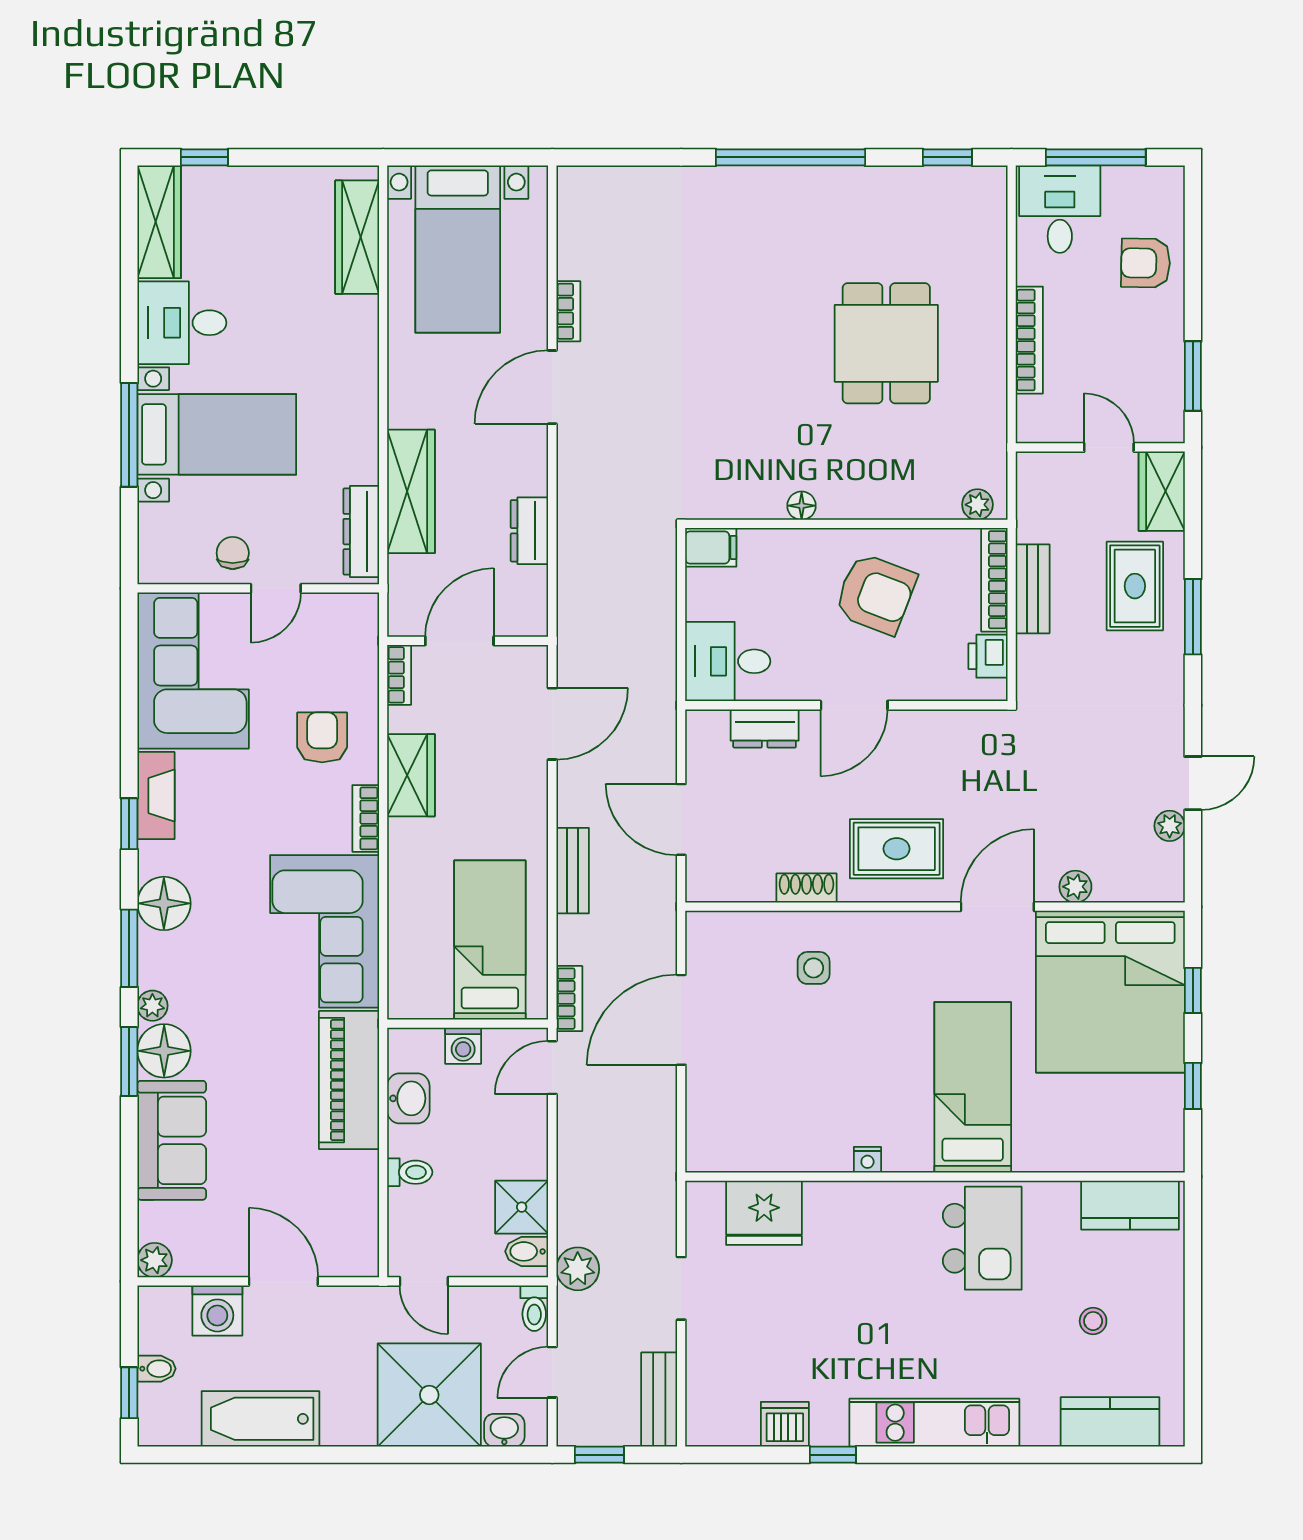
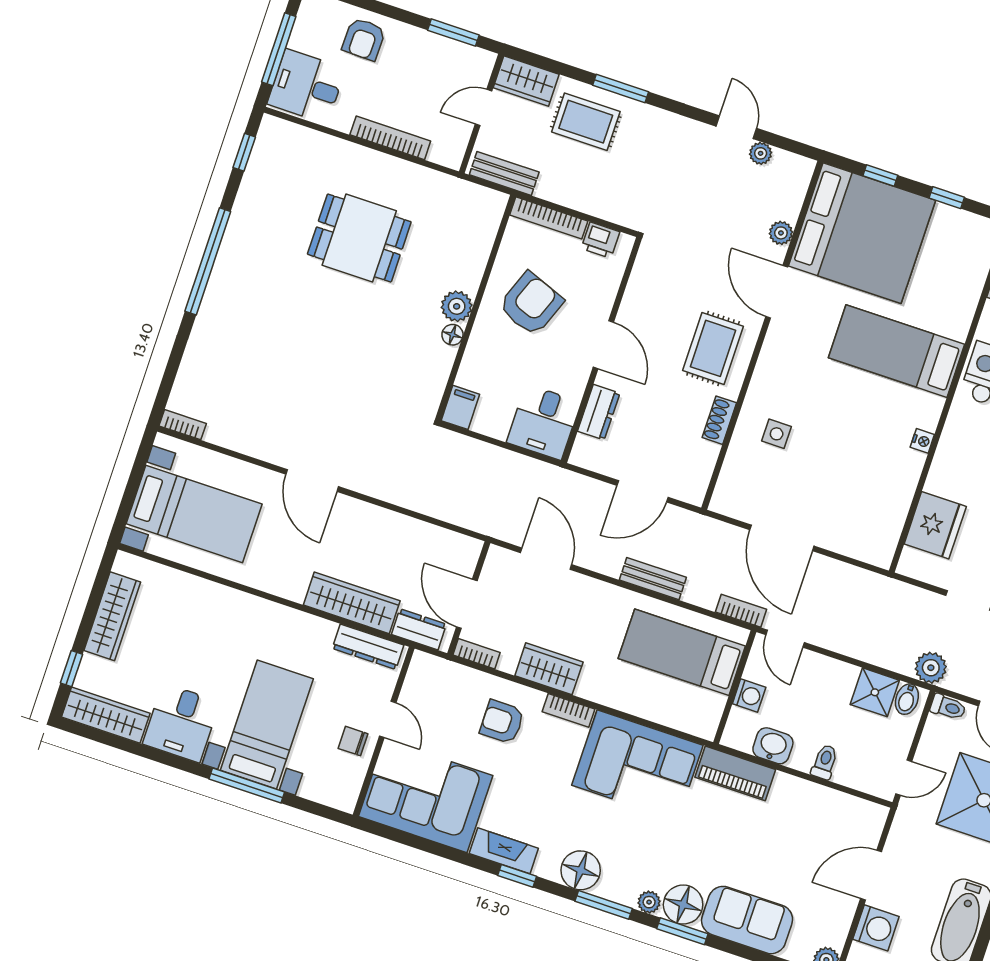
wardrobe: (357, 237) -> (112, 616), moved, turned -90
bookcase: (568, 311) -> (183, 425), moved
plant: (977, 505) -> (457, 306), moved, width x1.38, depth x1.38
dresser: (529, 531) -> (419, 629), moved, turned 180
bench: (1033, 589) -> (504, 173), moved
piano: (349, 1080) -> (735, 773), width x0.73, depth x0.75

